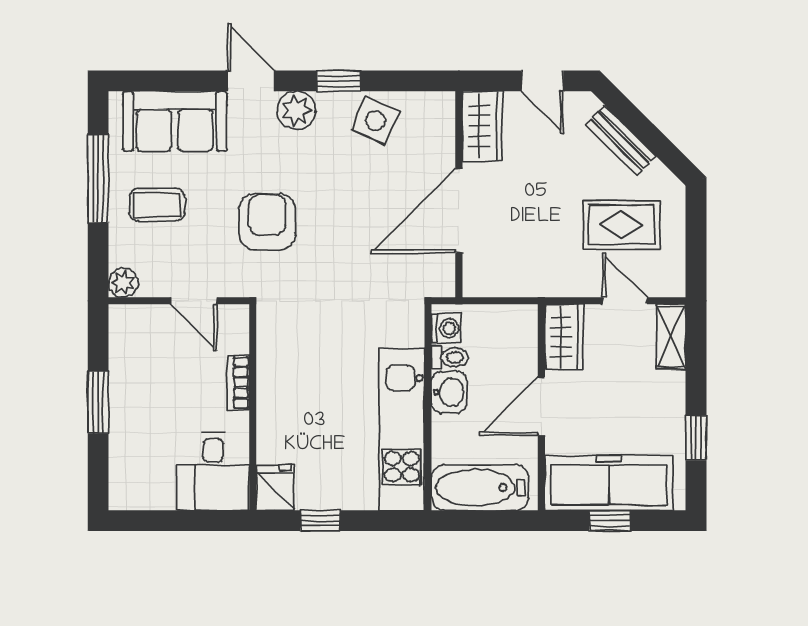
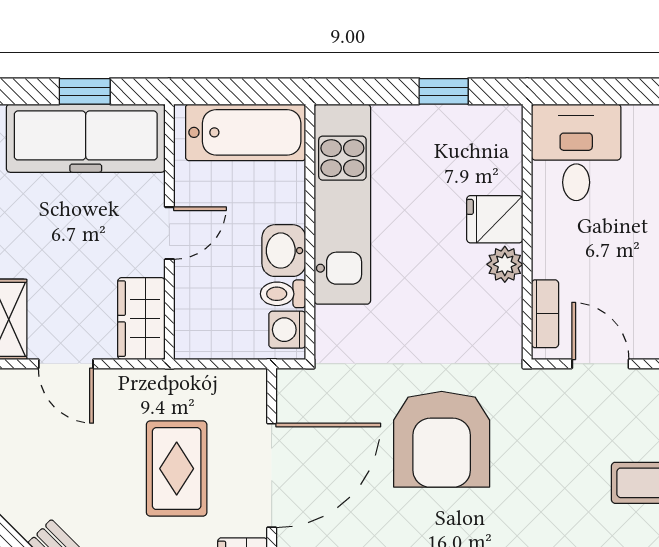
armchair: (267, 222) -> (442, 439), moved, width x1.36, depth x1.36
rug: (621, 225) -> (177, 469), moved, turned 90
plant: (271, 381) -> (505, 264), added
bookcase: (238, 383) -> (545, 314), moved
door: (541, 406) -> (169, 233), width x0.73
fridge: (275, 488) -> (495, 219), moved, turned 90

